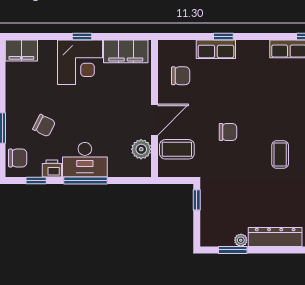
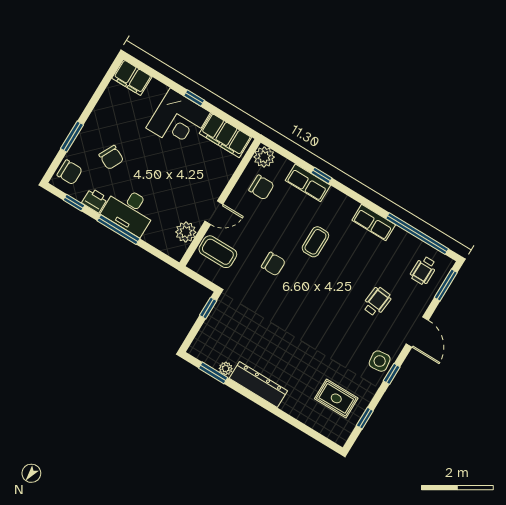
plant: (168, 50) -> (264, 157), added
door: (154, 120) -> (214, 213), width x0.73
coffee table: (280, 155) -> (315, 242), moved

